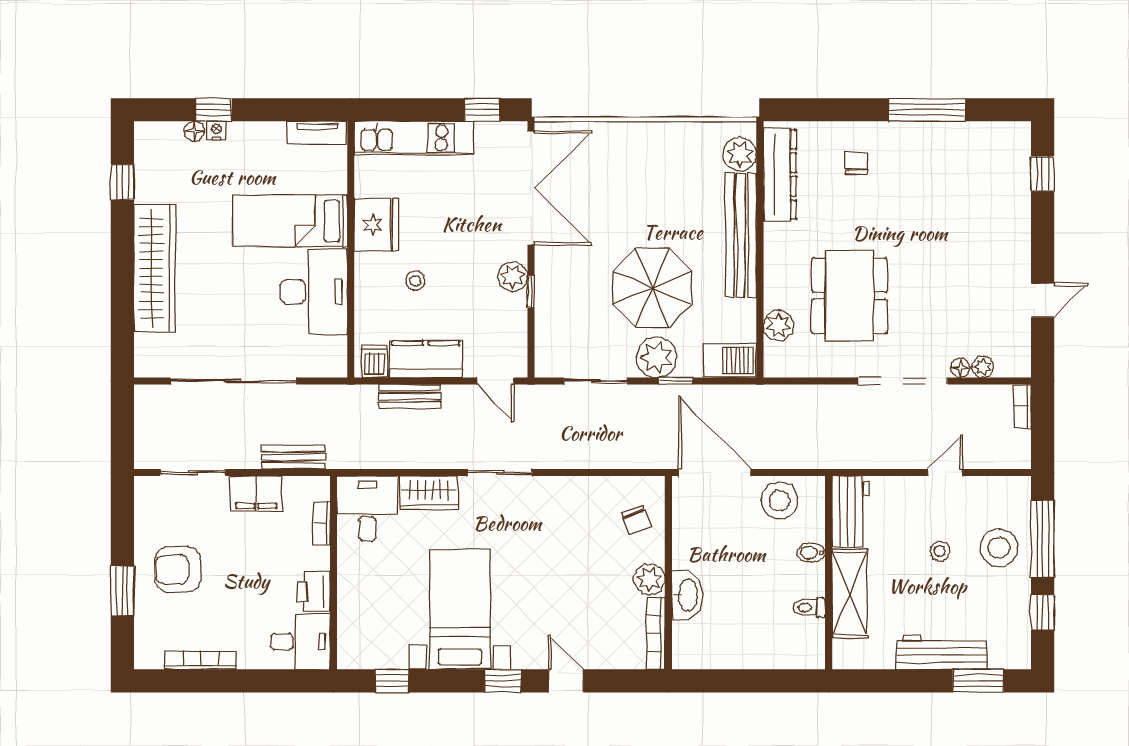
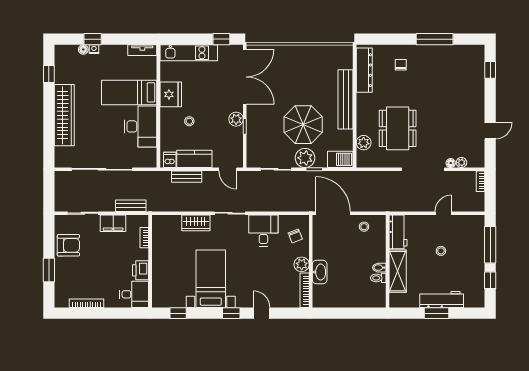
plant: (740, 154) -> (345, 60), removed
stool: (780, 501) -> (364, 227), width x0.53, depth x0.53
desk: (367, 509) -> (263, 231), moved
stool: (999, 548) -> (469, 249), removed
bidet: (811, 553) -> (379, 268), moved
armchair: (178, 569) -> (68, 245), moved, turned 180
window: (978, 681) -> (436, 313), moved

